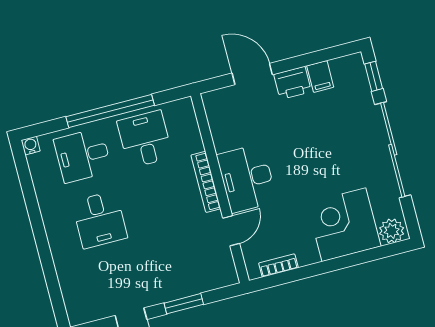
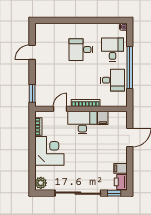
printer: (293, 83) -> (121, 182), moved
filing cabinet: (227, 139) -> (103, 118), added
corner desk: (344, 225) -> (49, 151), moved
door: (231, 231) -> (60, 109), swing flipped
window: (184, 304) -> (32, 93), moved

